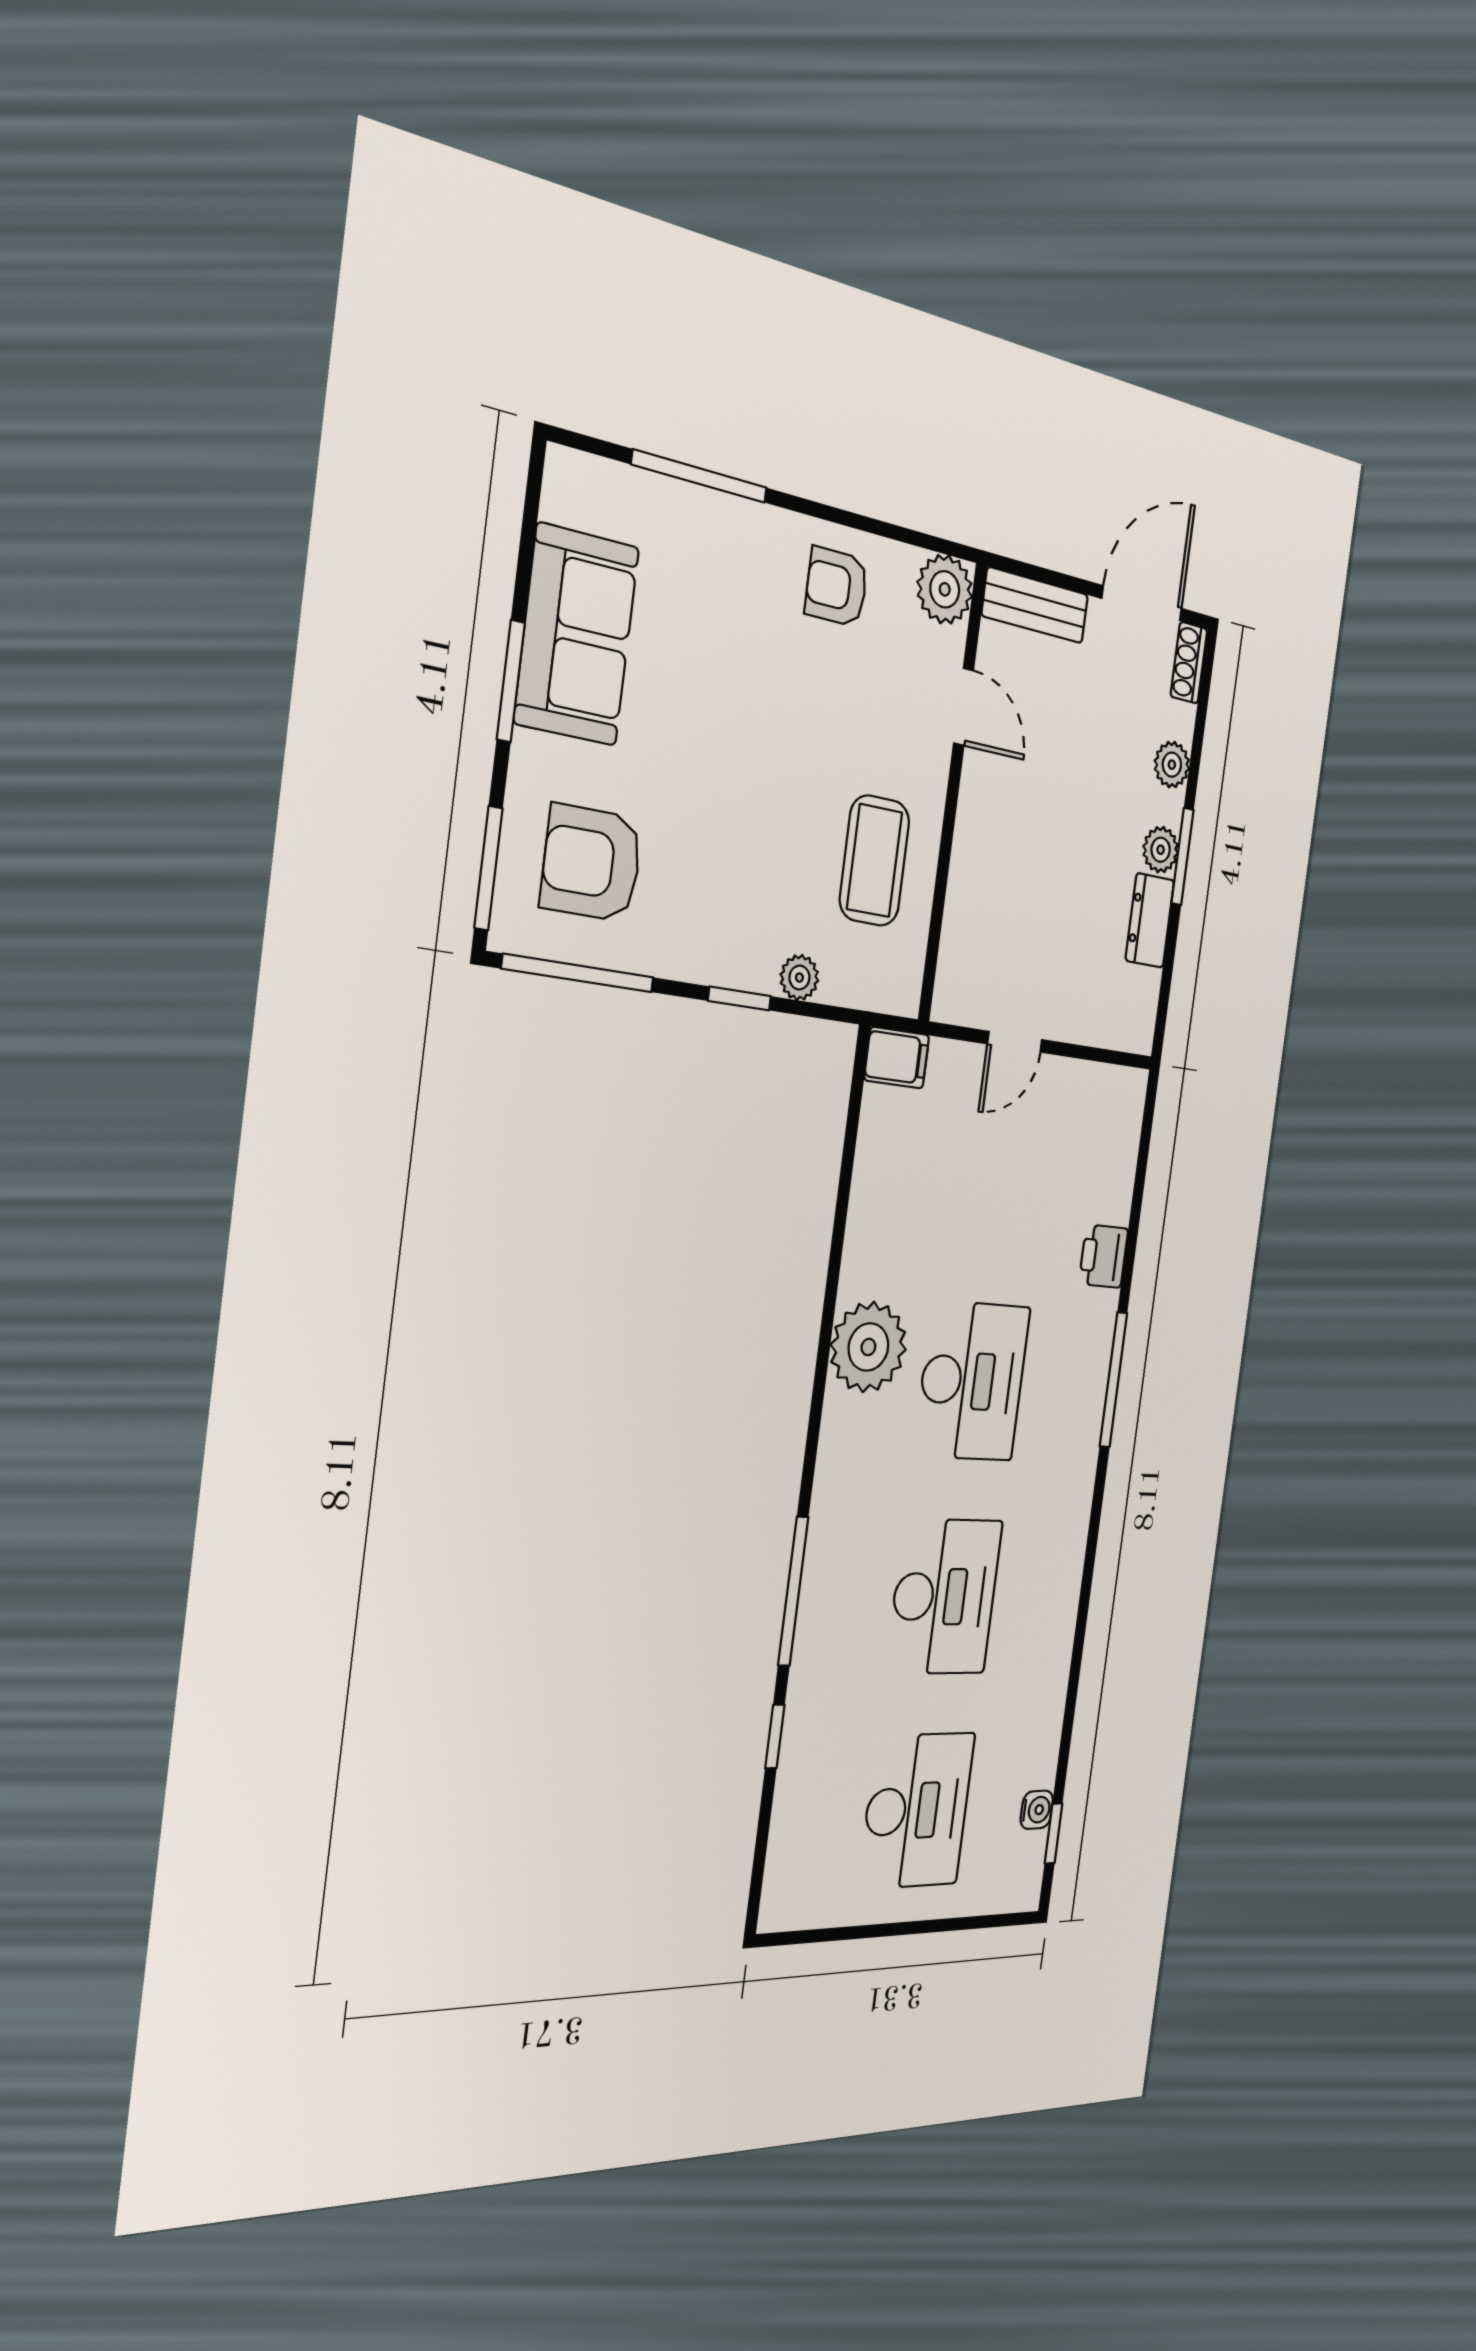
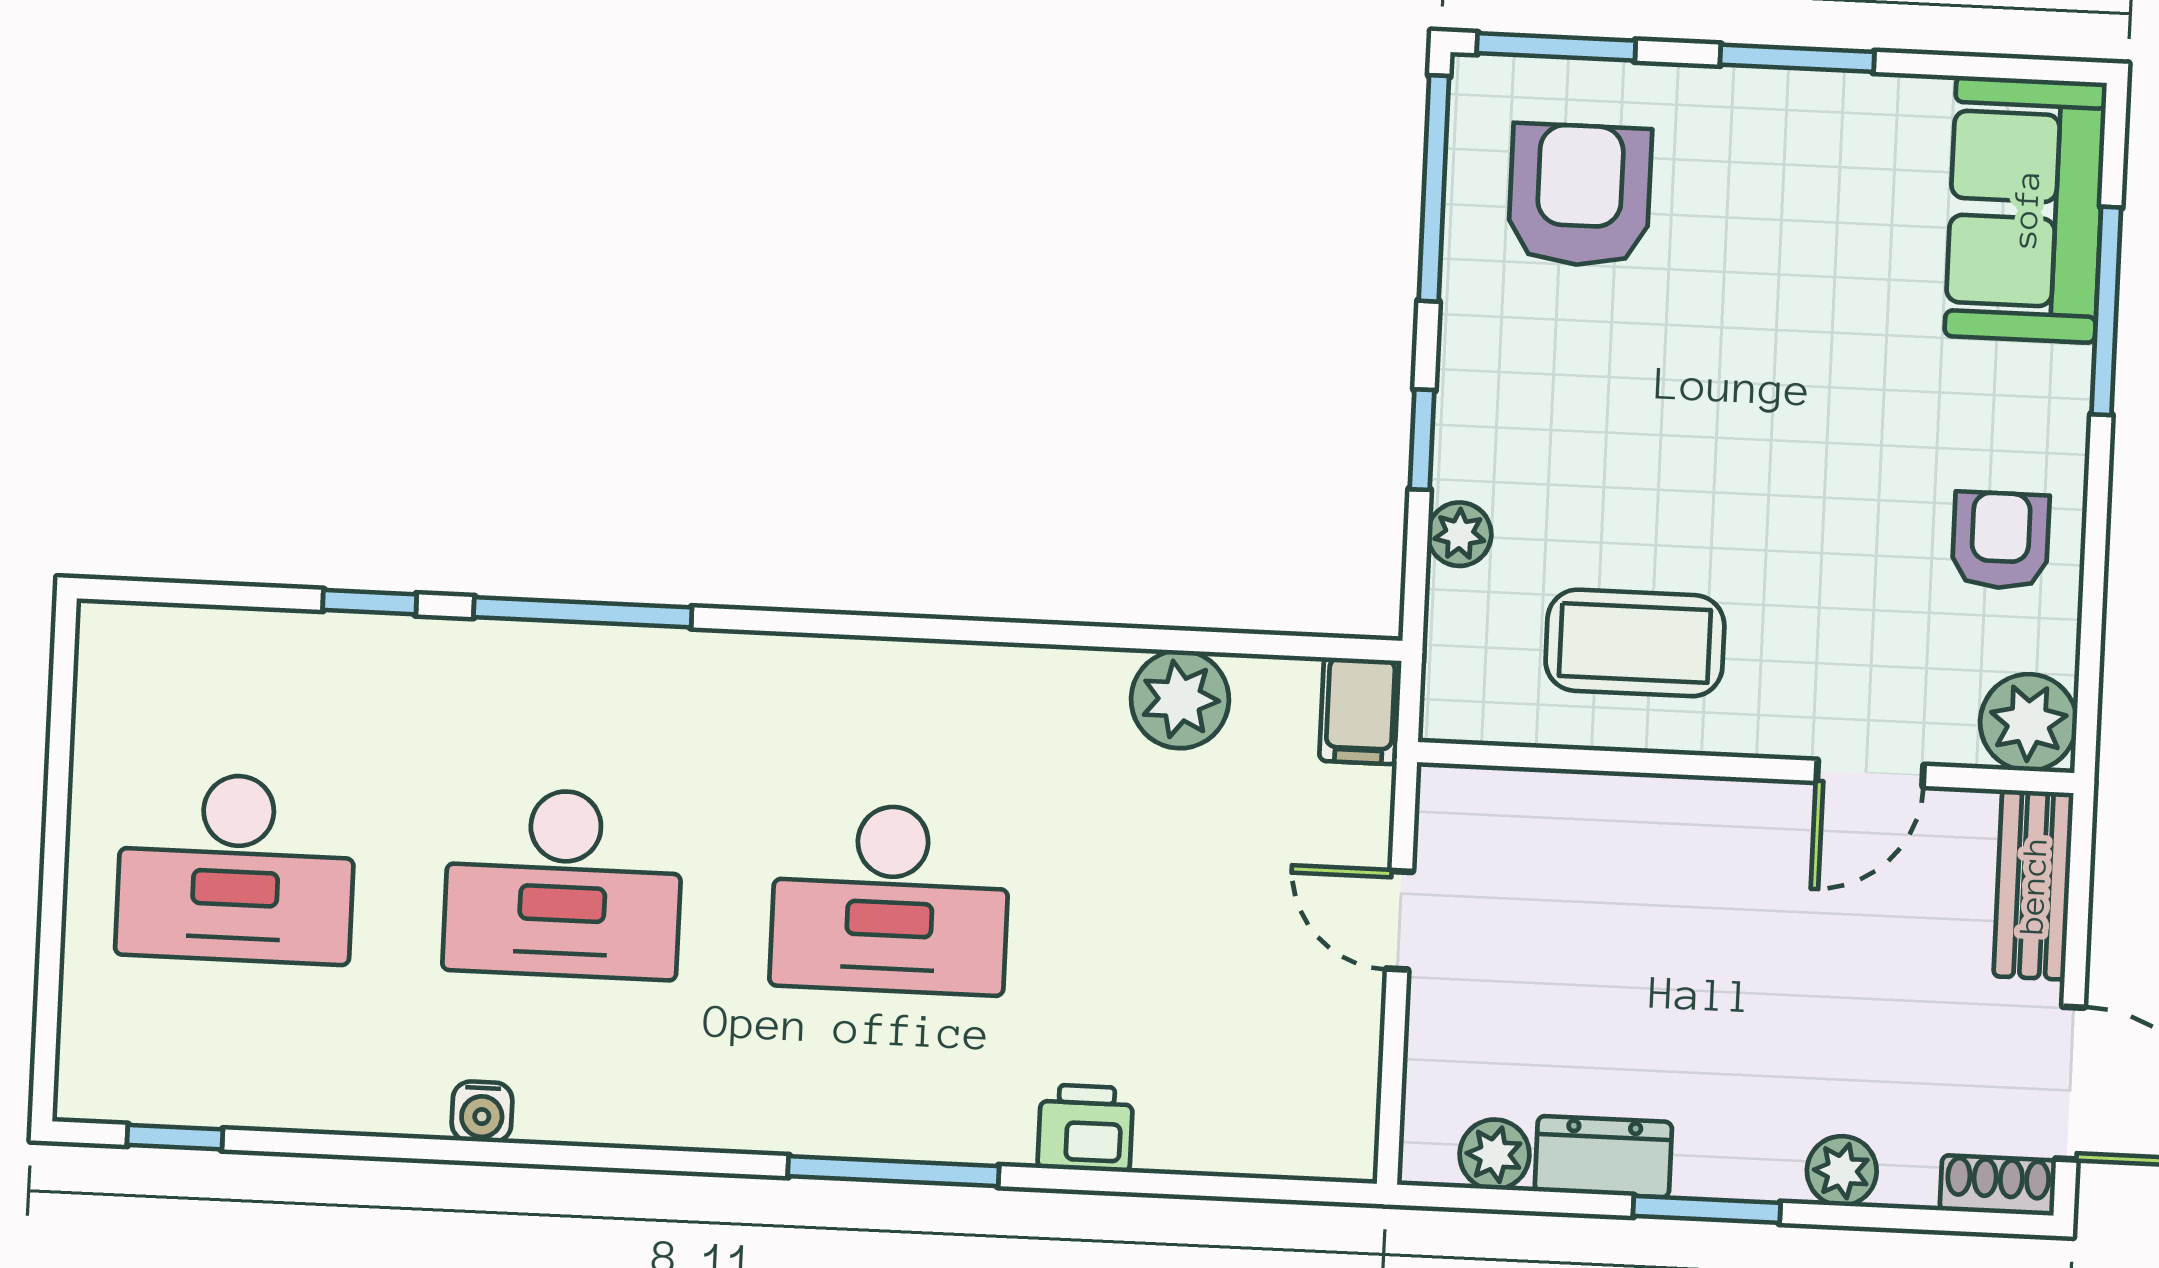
sofa: (577, 635) -> (2026, 209), moved, turned 90
plant: (1161, 850) -> (1495, 1154), moved
plant: (868, 1347) -> (1180, 699), moved, width x0.73, depth x0.73
water cooler: (1037, 1810) -> (482, 1112), moved

